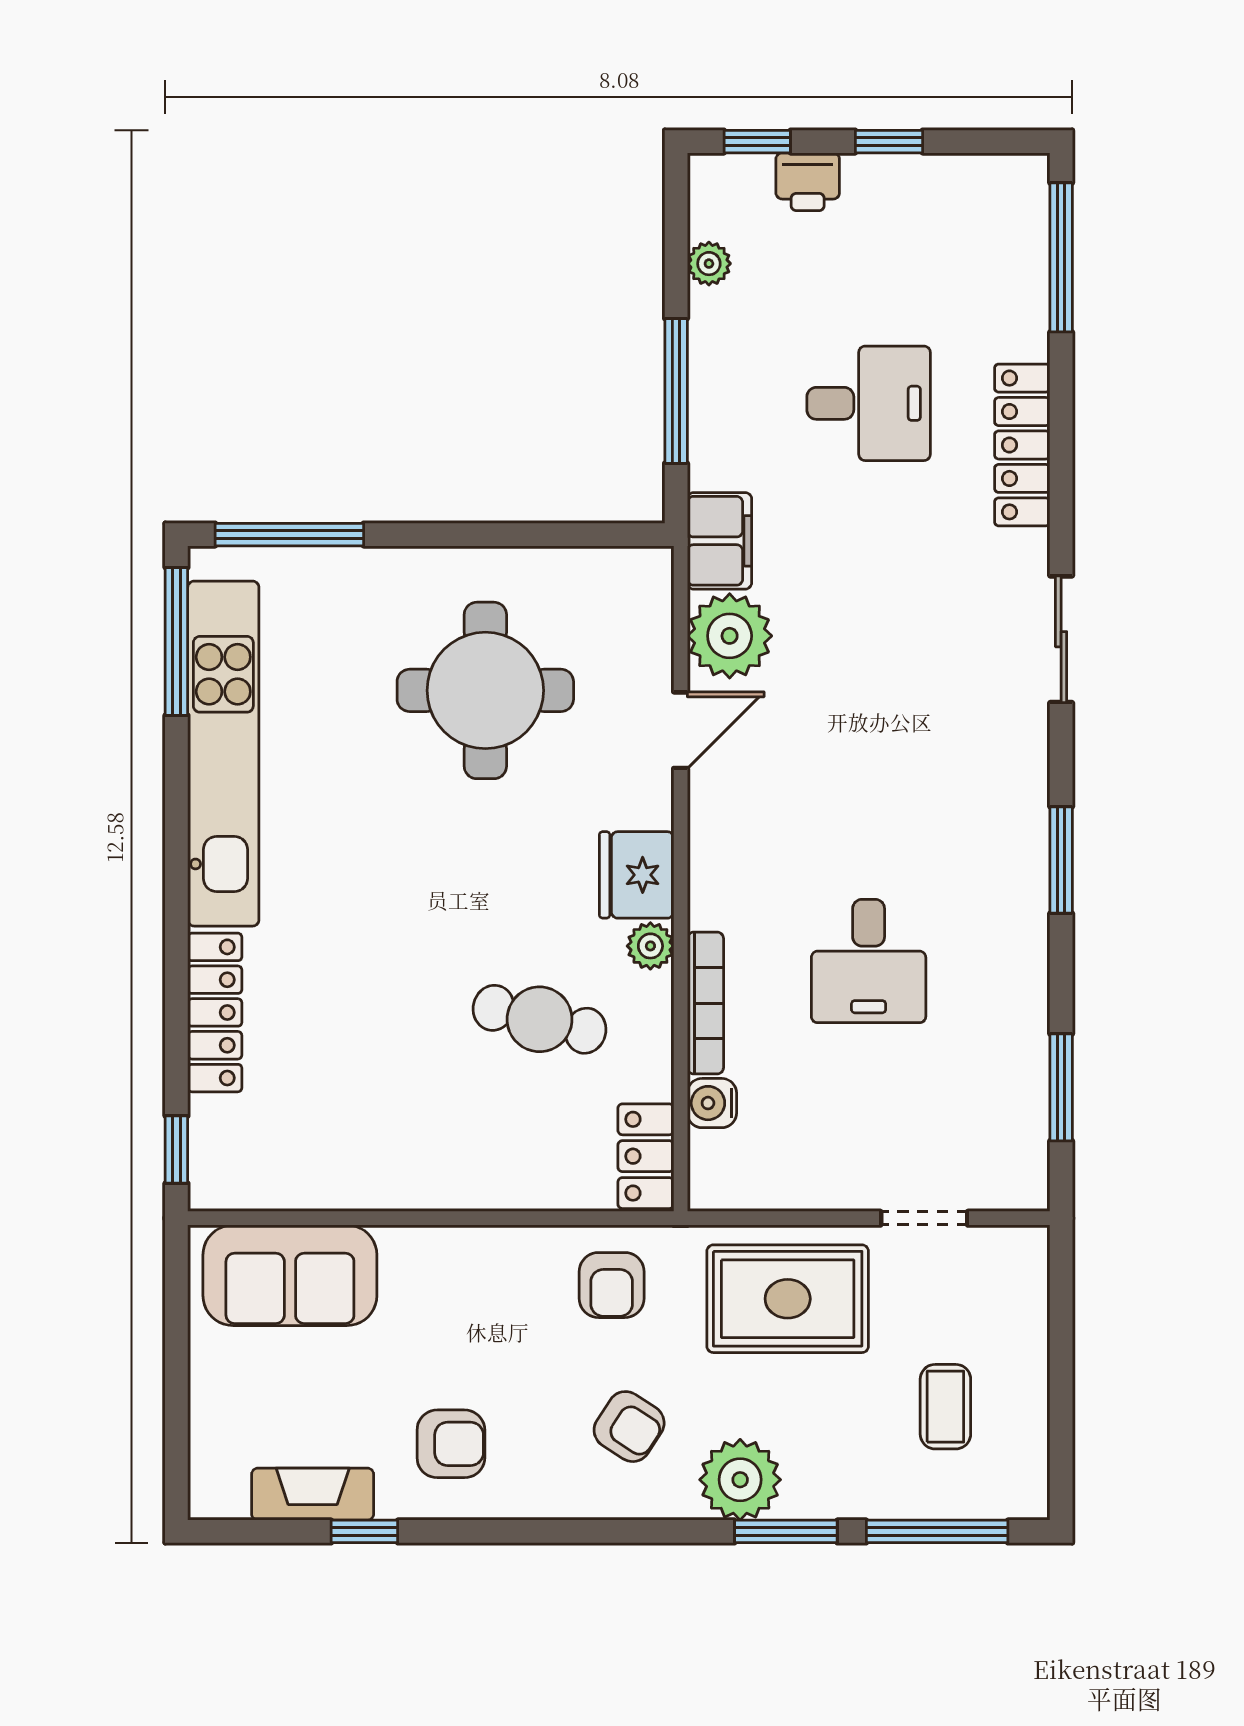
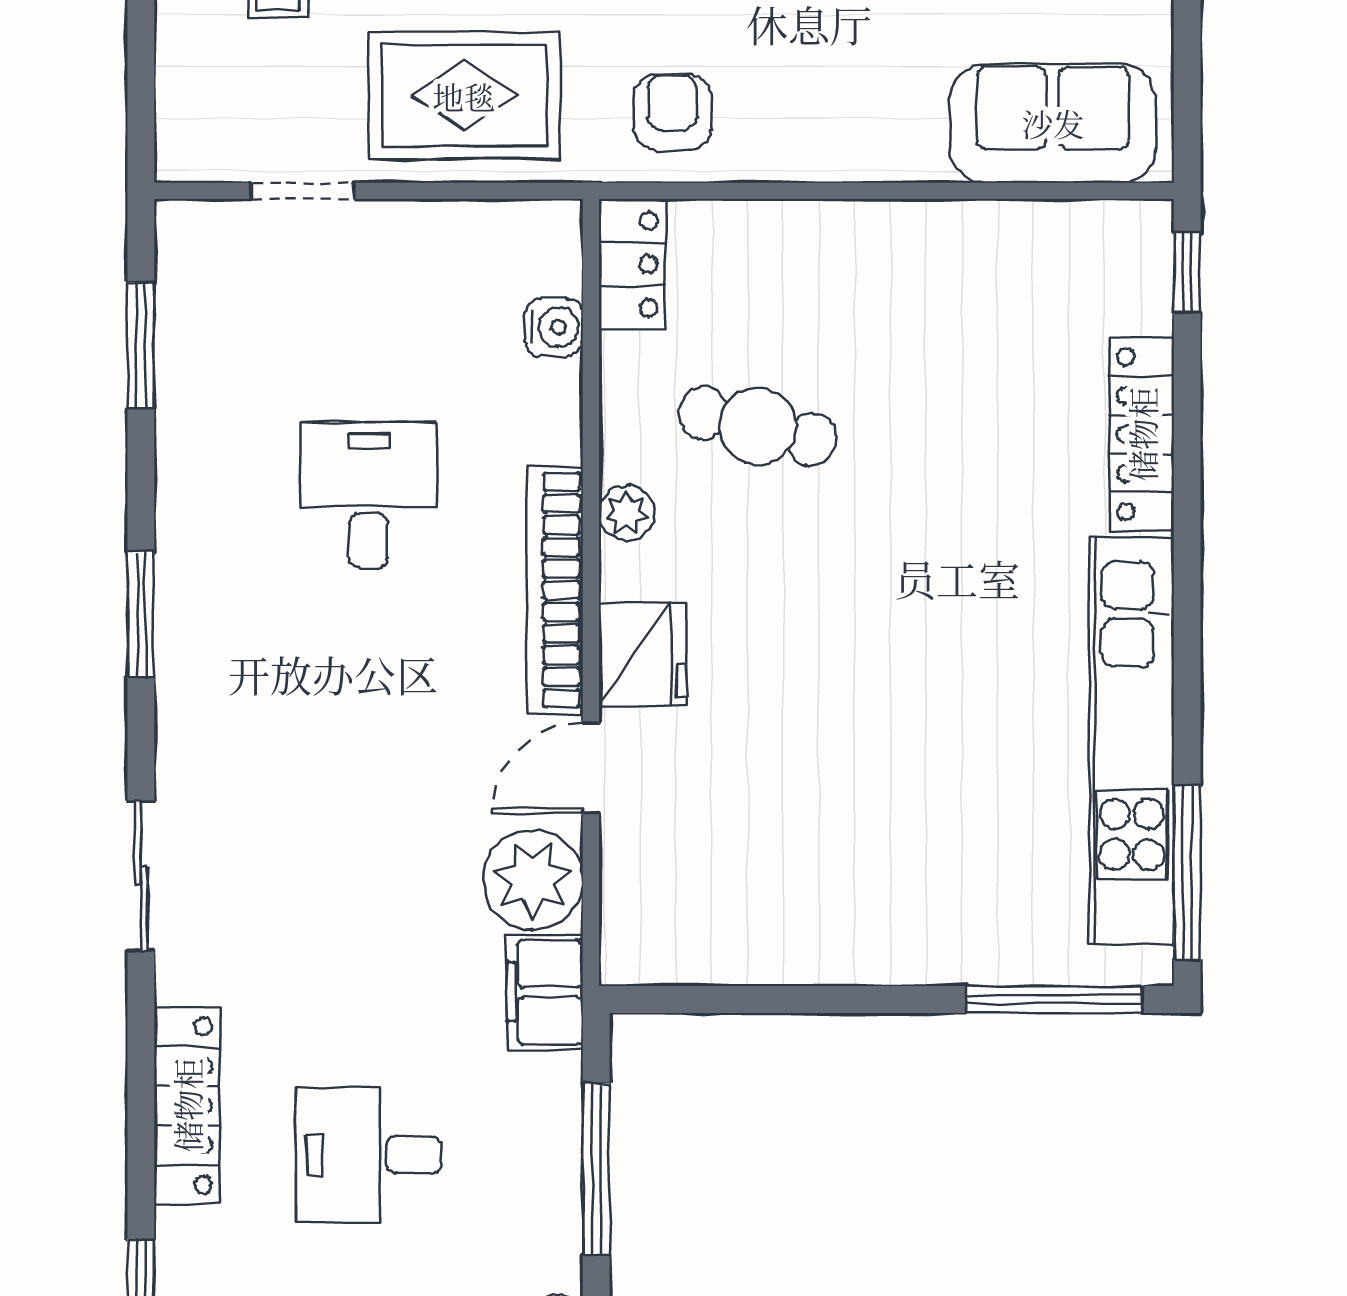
round table: (485, 690) -> (822, 815), removed
fridge: (637, 875) -> (643, 654), moved
bookcase: (705, 1003) -> (555, 590), moved, width x1.48, depth x1.31

